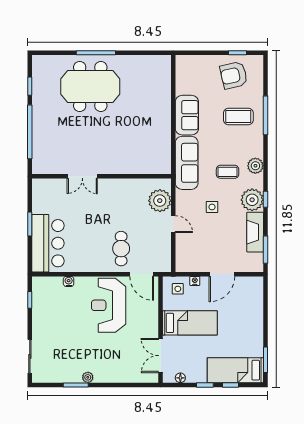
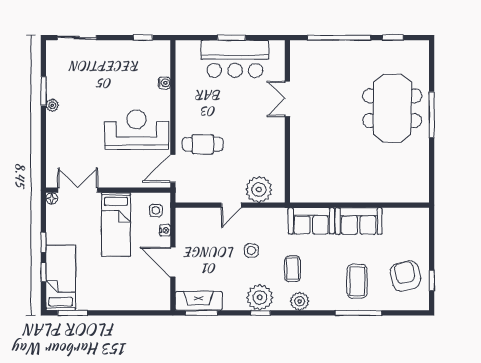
sofa: (187, 163) -> (311, 221), width x0.73
fireplace: (255, 232) -> (199, 301), moved
bar counter: (48, 243) -> (235, 59), moved
floor lamp: (180, 378) -> (52, 198), moved

